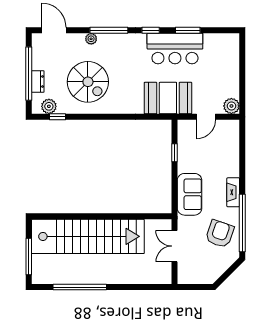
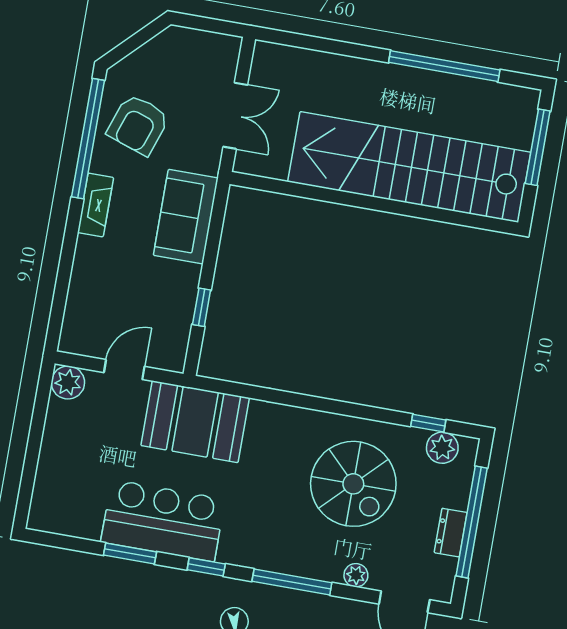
plant: (91, 39) -> (356, 575), moved
dresser: (38, 82) -> (451, 533), moved
spiral stairs: (88, 82) -> (353, 484), turned 180

